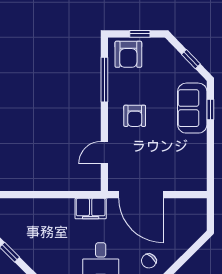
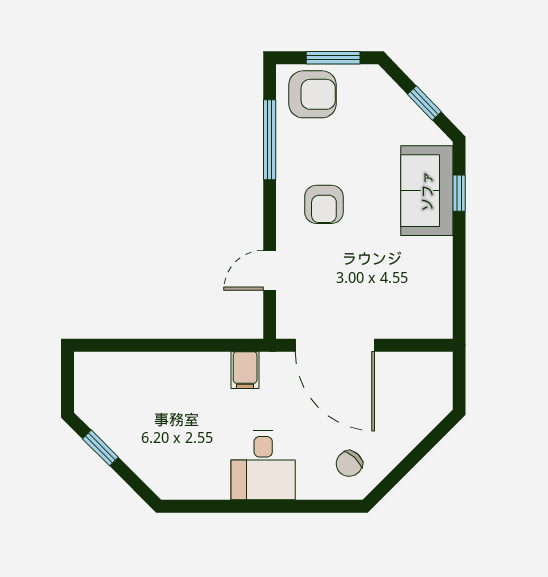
window: (140, 34) -> (333, 58), width x1.50
armchair: (128, 54) -> (313, 94), turned -90
filing cabinet: (91, 209) -> (245, 370), width x0.50

